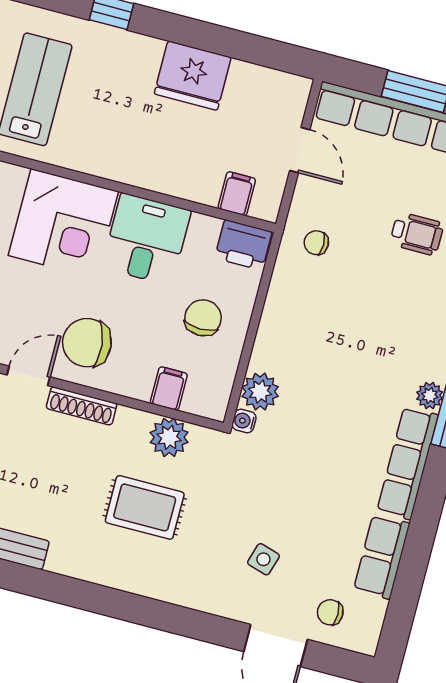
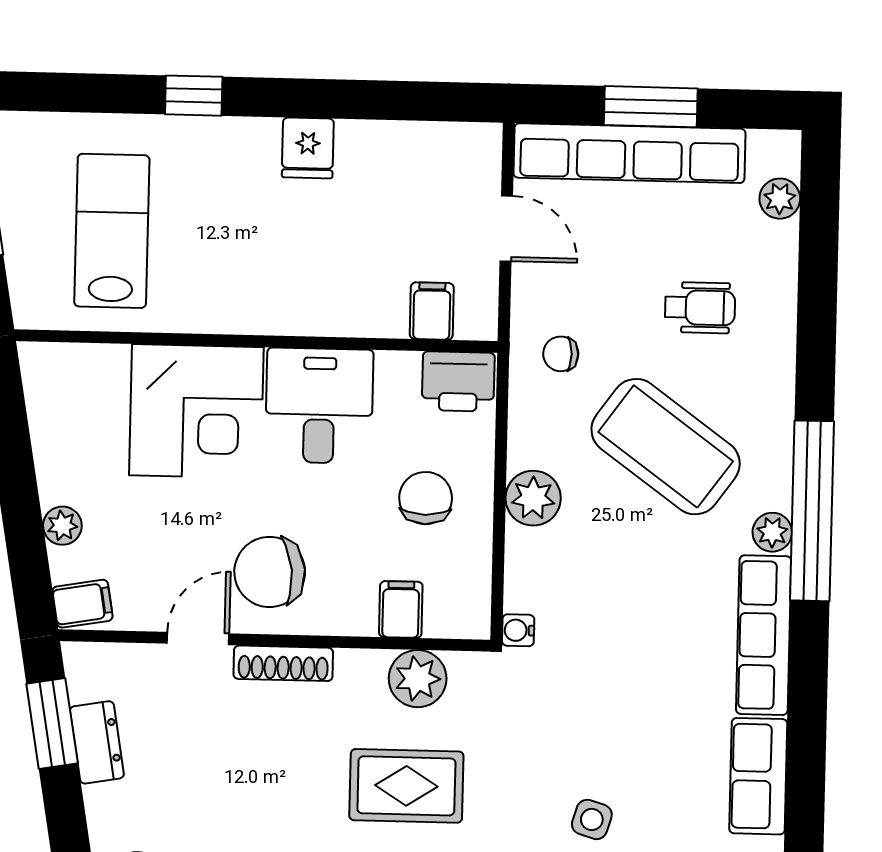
fridge: (193, 76) -> (308, 148), width x0.53, depth x0.75
coffee table: (372, 321) -> (666, 447), added
plant: (260, 392) -> (533, 498), moved

